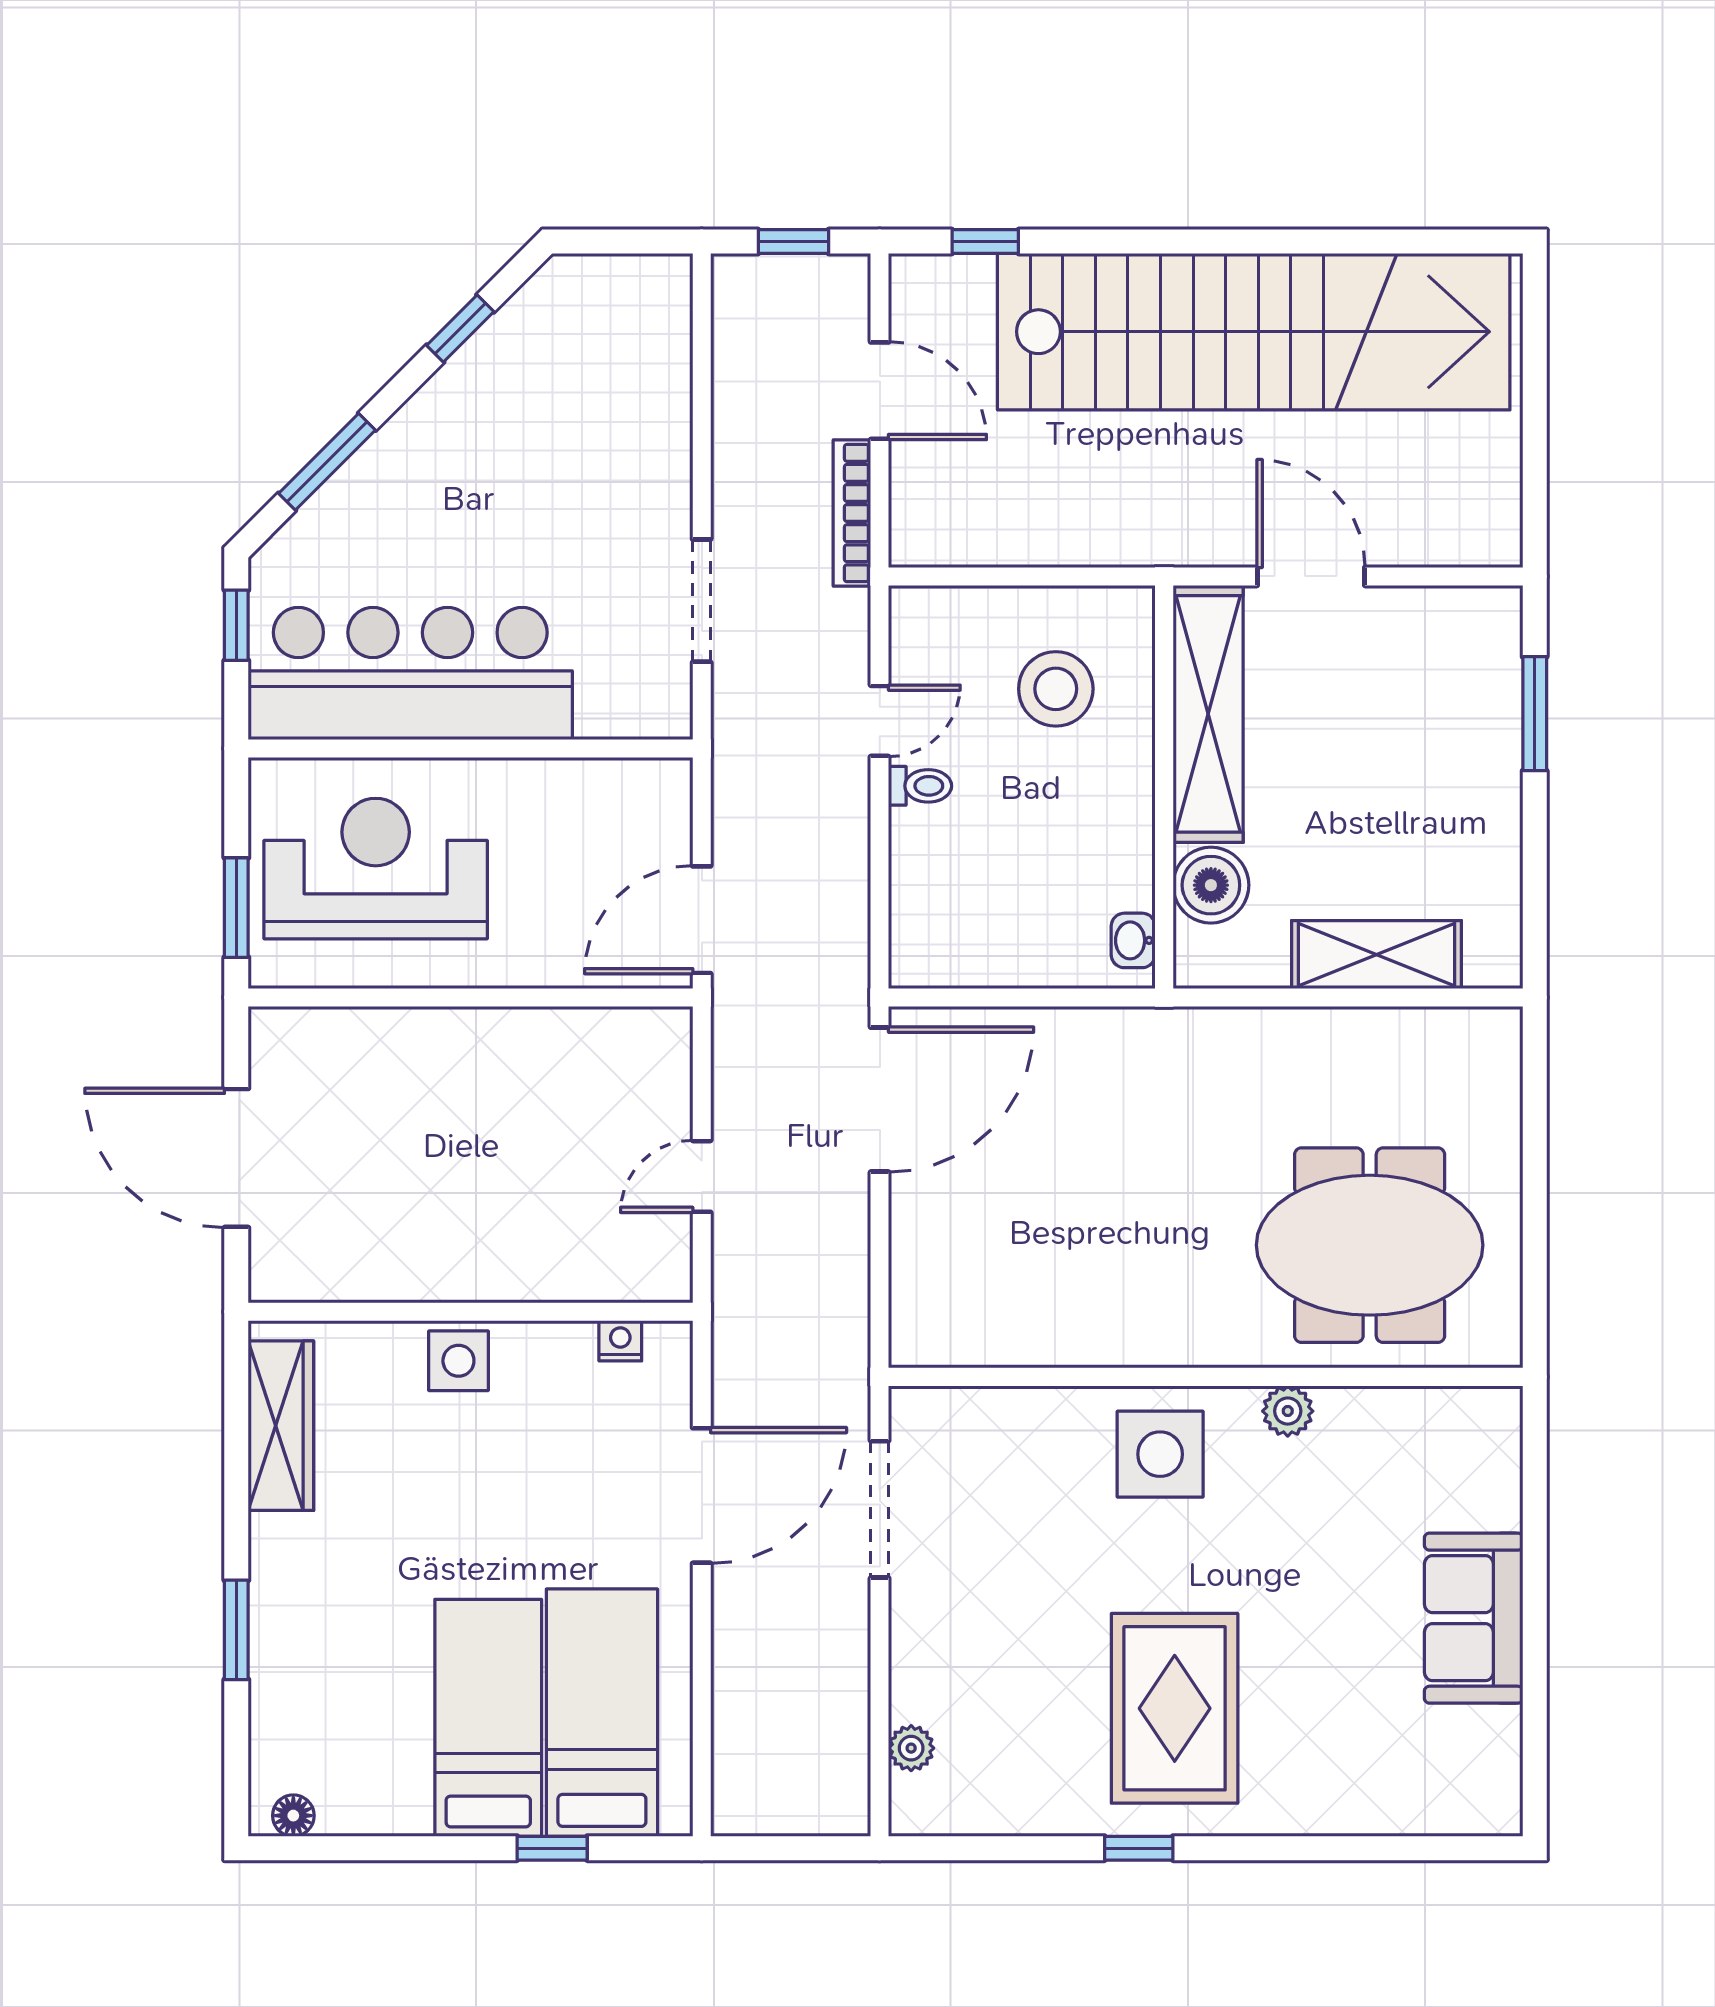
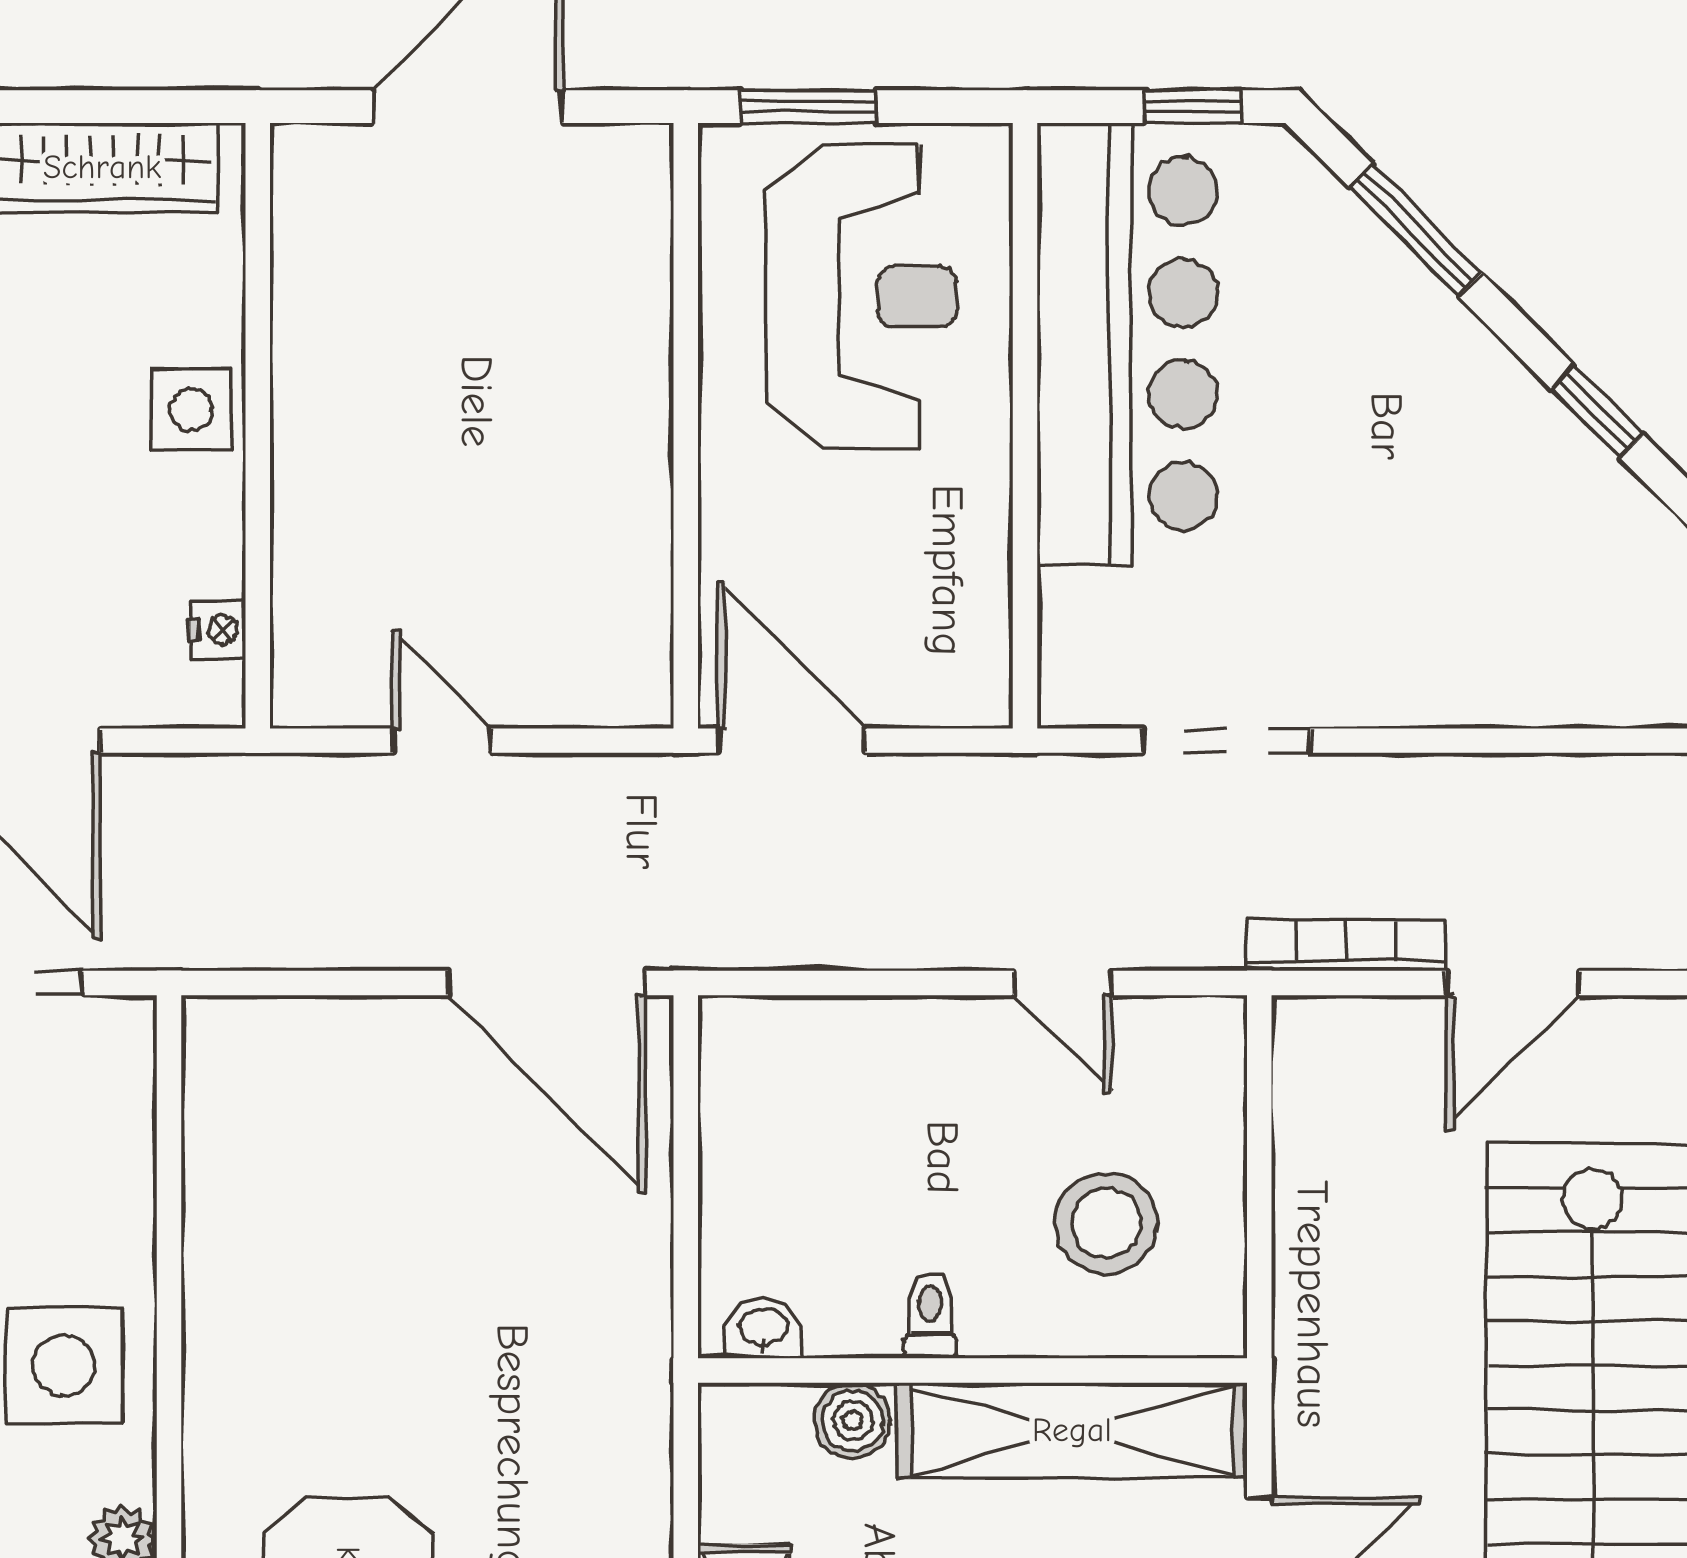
toilet: (920, 786) -> (930, 1316), moved, turned 180
boiler: (1211, 885) -> (853, 1421), width x0.73, depth x0.73

